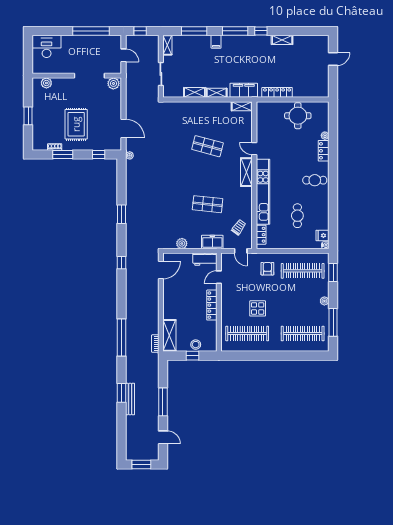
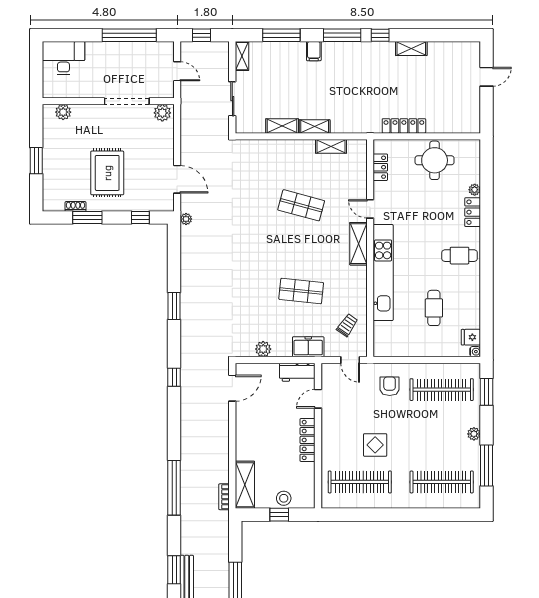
filing cabinet: (244, 90) -> (355, 123), removed
shelving: (242, 106) -> (331, 146), moved
locker: (261, 235) -> (380, 167), moved

